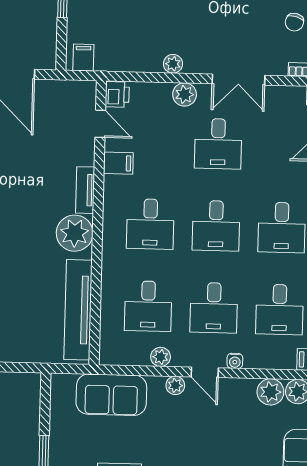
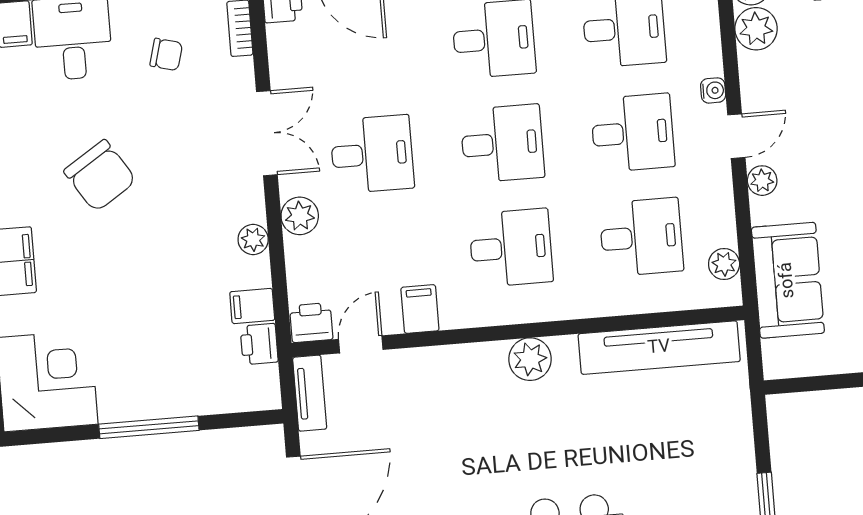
filing cabinet: (83, 57) -> (252, 306), moved
printer: (107, 60) -> (259, 344), added
tv unit: (85, 190) -> (310, 393), moved, turned -90
plant: (75, 233) -> (530, 359), width x0.73, depth x0.73
plant: (161, 357) -> (724, 264), moved

